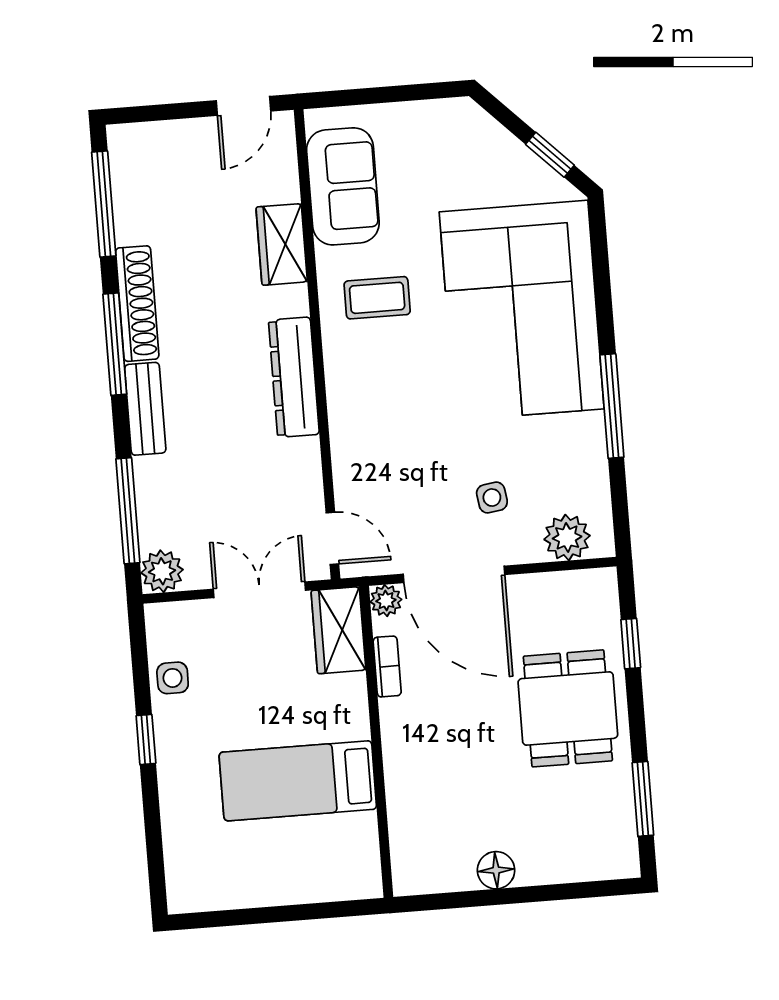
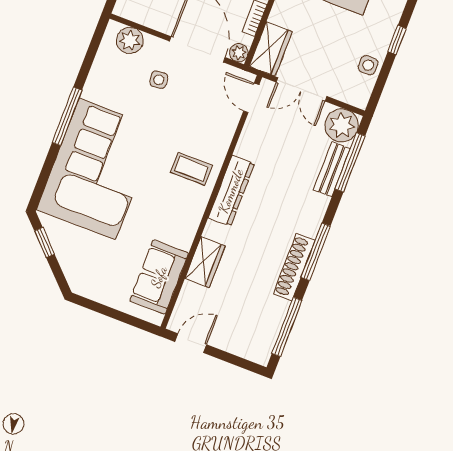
coffee table: (377, 298) -> (191, 169), moved
window: (612, 406) -> (67, 116), moved
bench: (145, 409) -> (332, 169), moved
plant: (162, 571) -> (342, 125), width x1.36, depth x1.36

